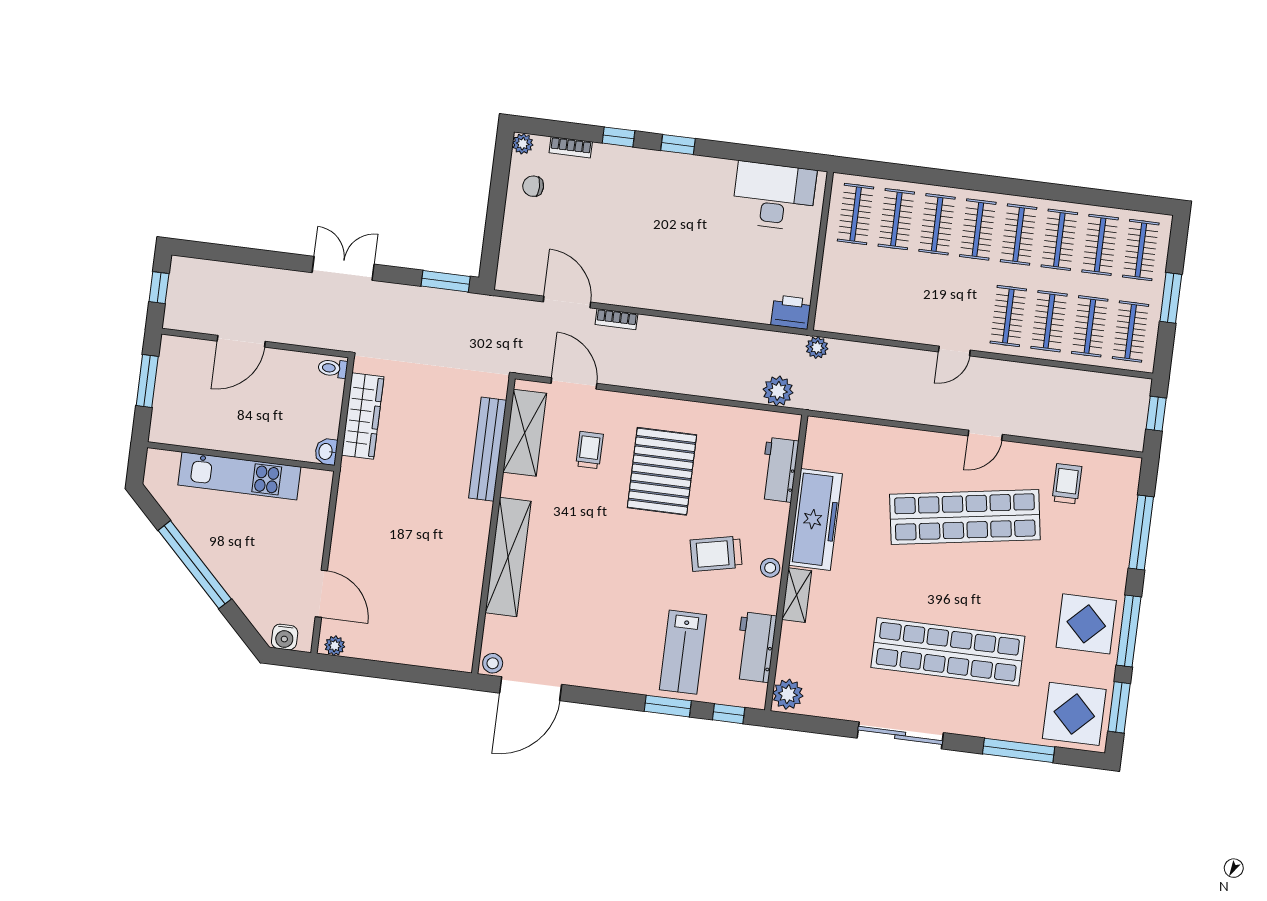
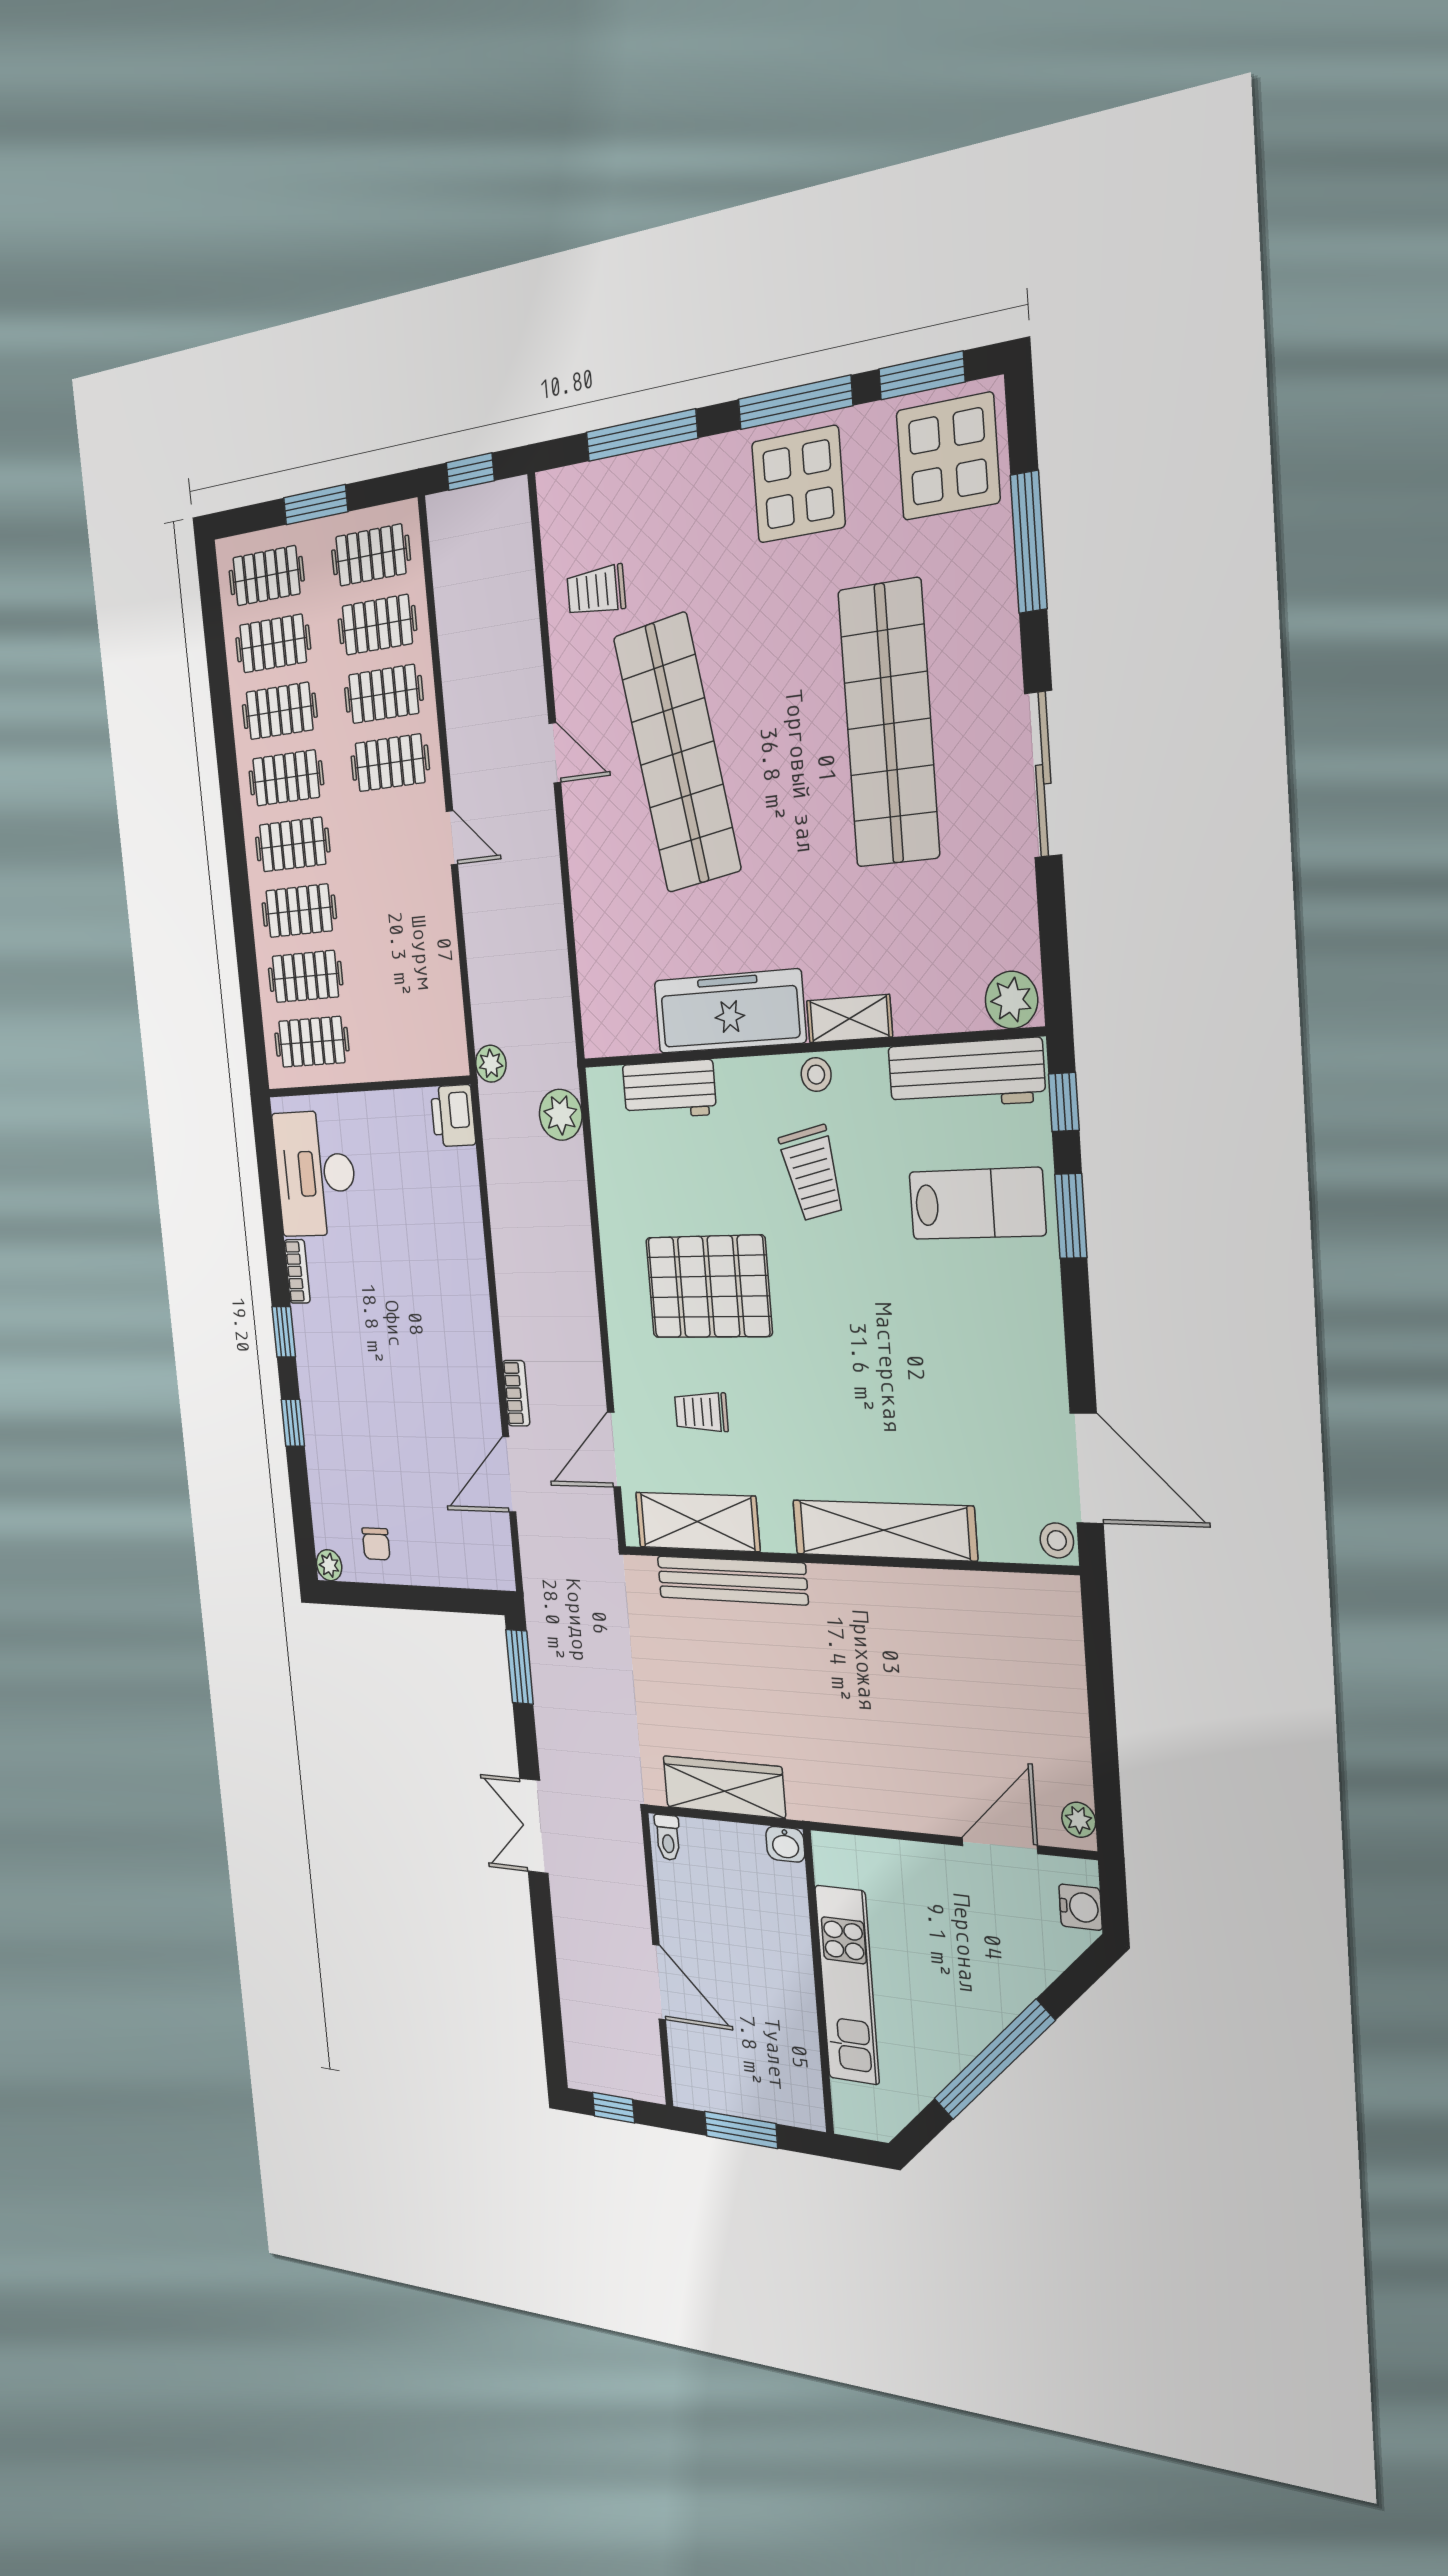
bookcase: (571, 147) -> (297, 1271), moved
workbench: (755, 647) -> (966, 1074), width x1.37

